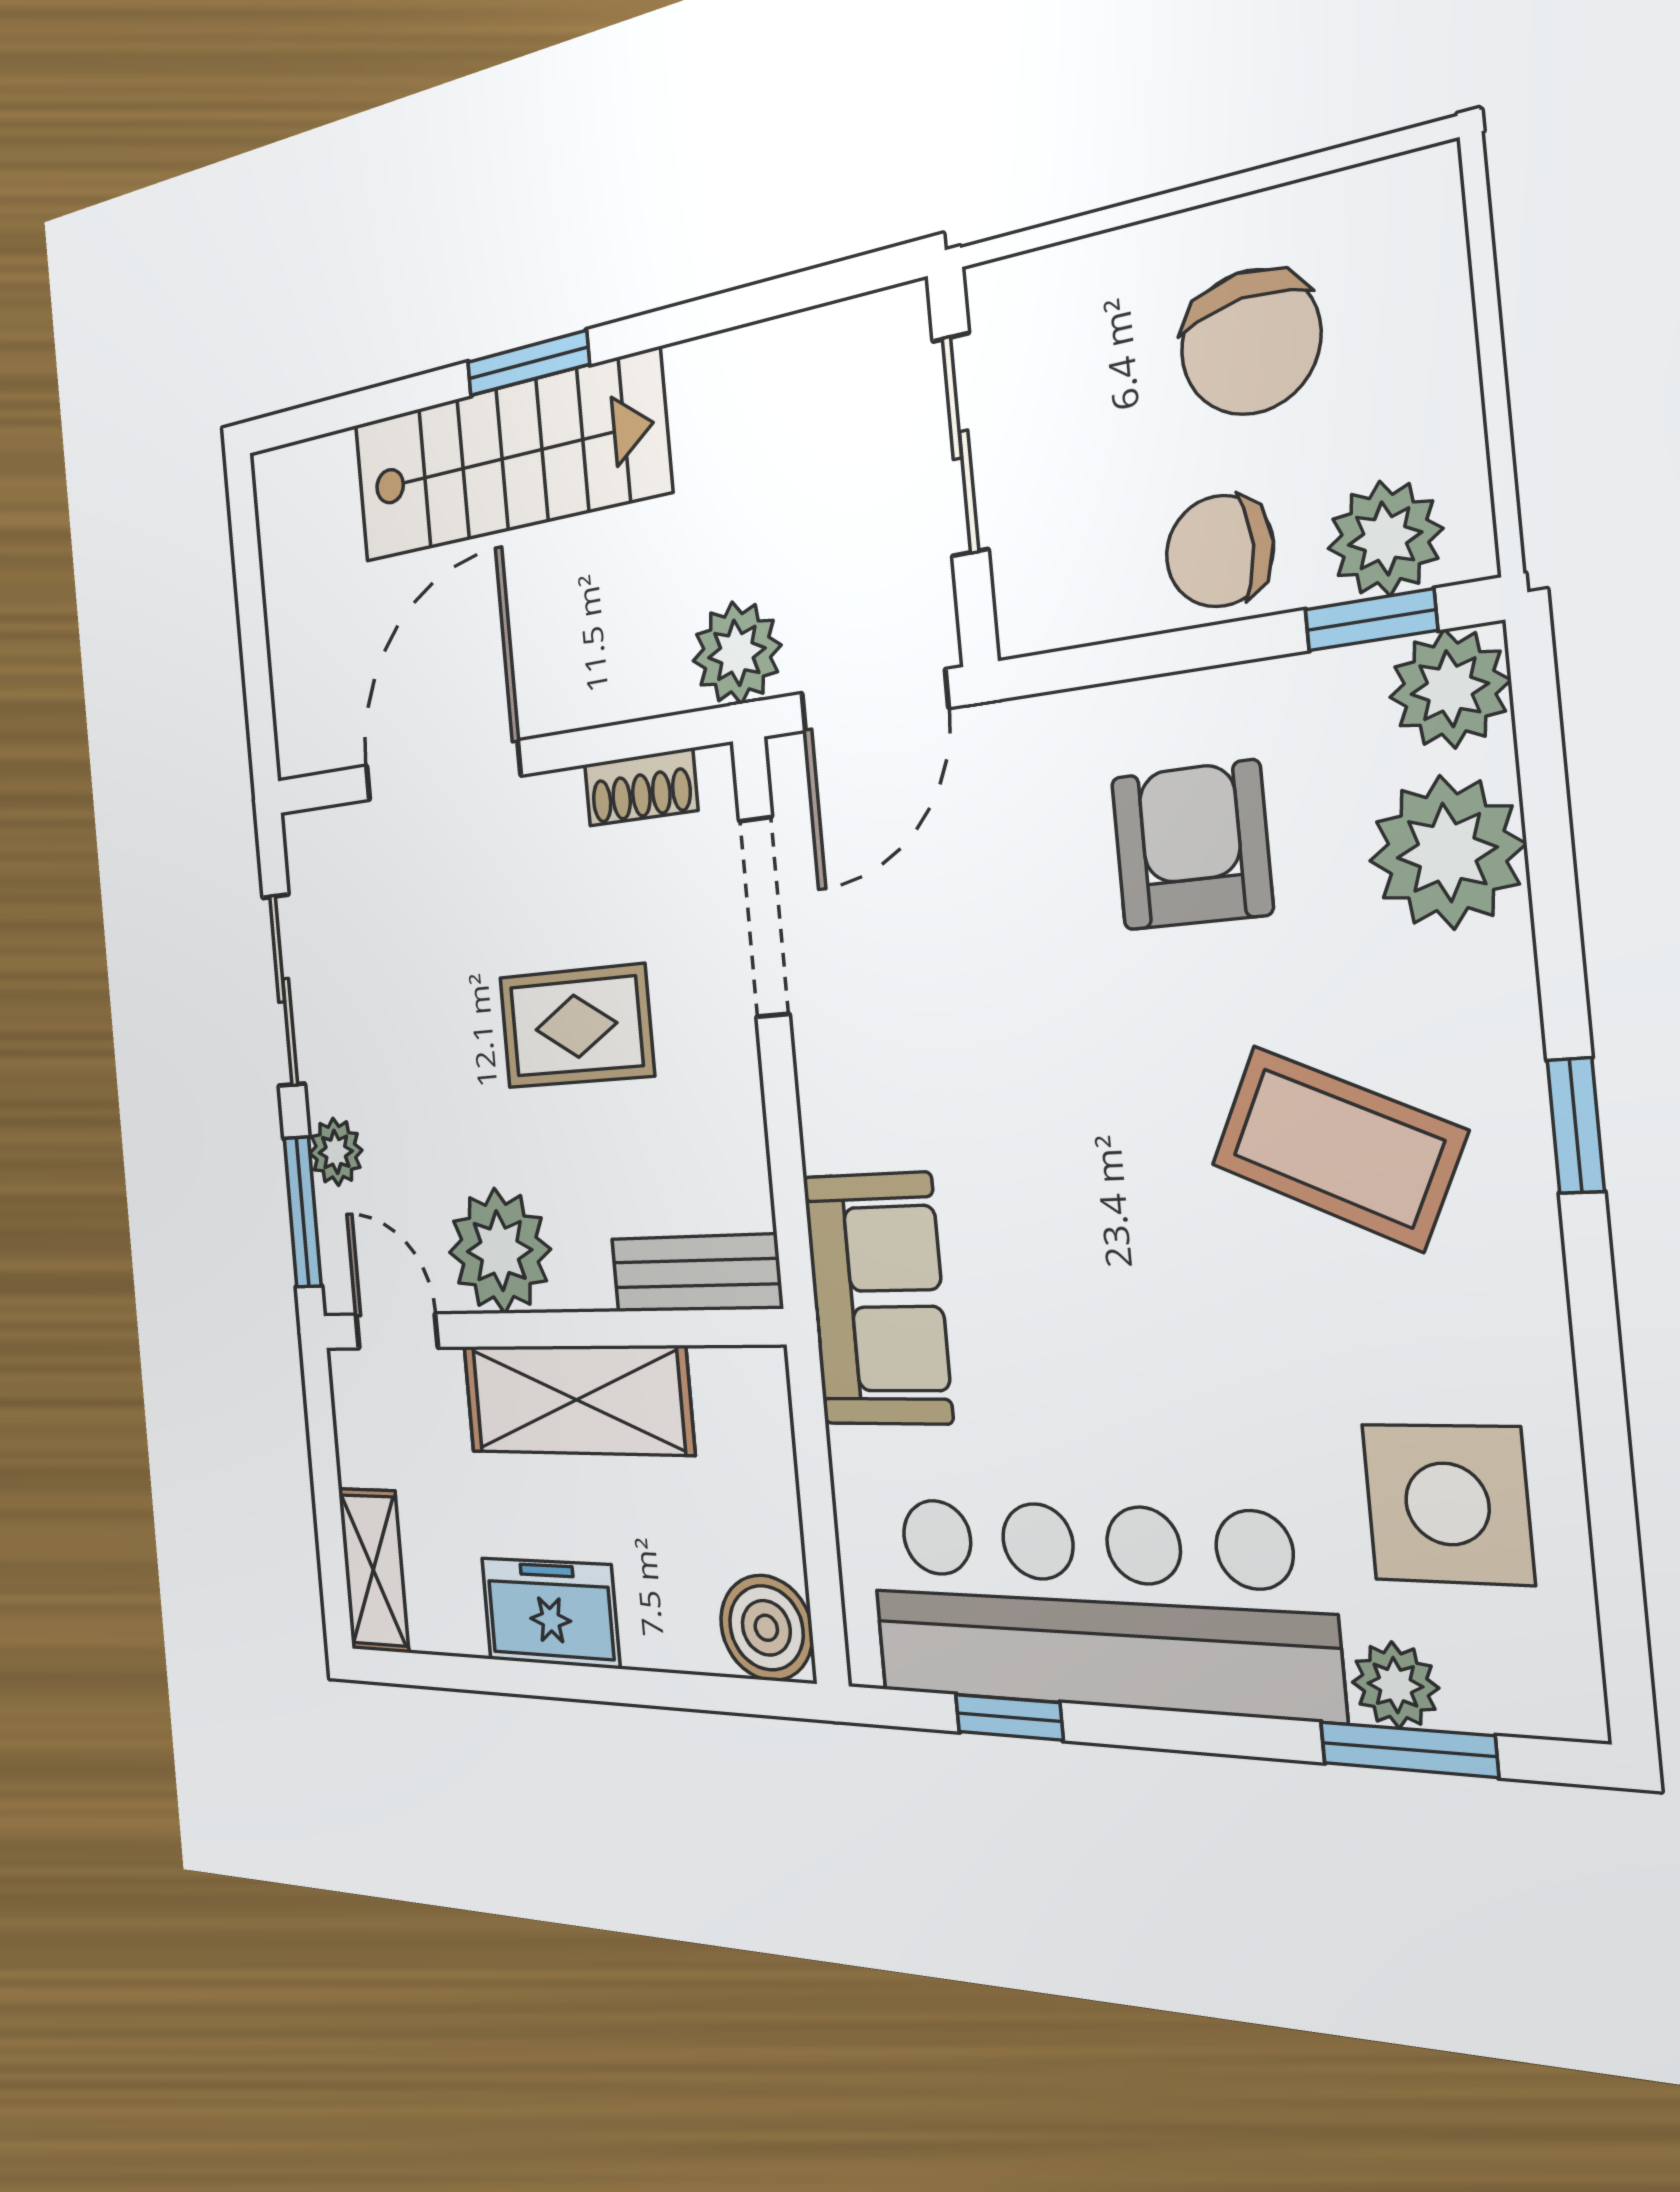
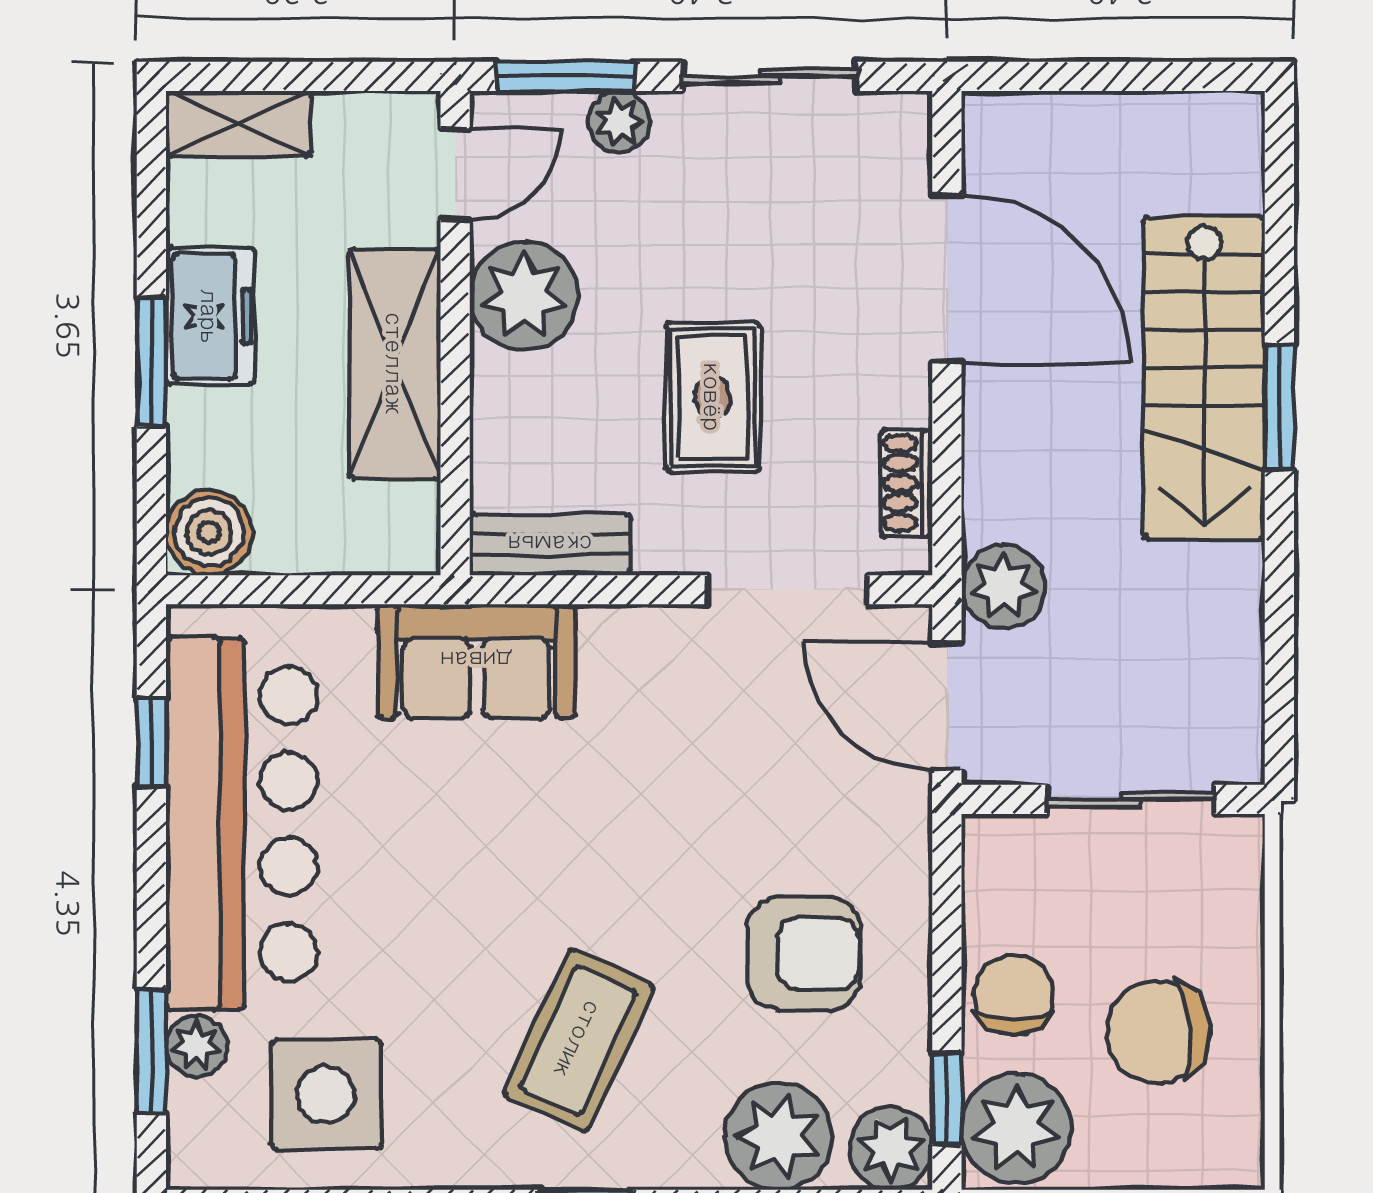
plant: (1385, 539) -> (1016, 1129), width x1.36, depth x1.36
bench: (696, 1273) -> (550, 545), moved, turned 90
window: (600, 1684) -> (151, 362), added

